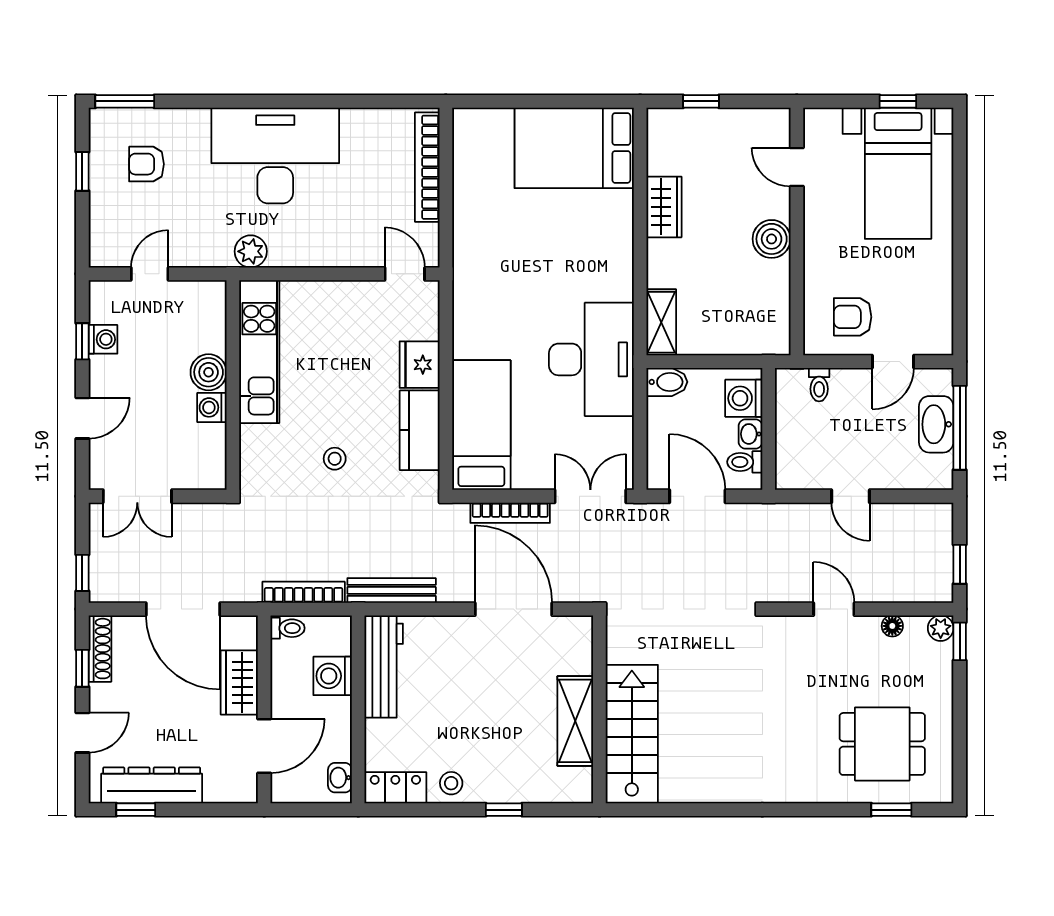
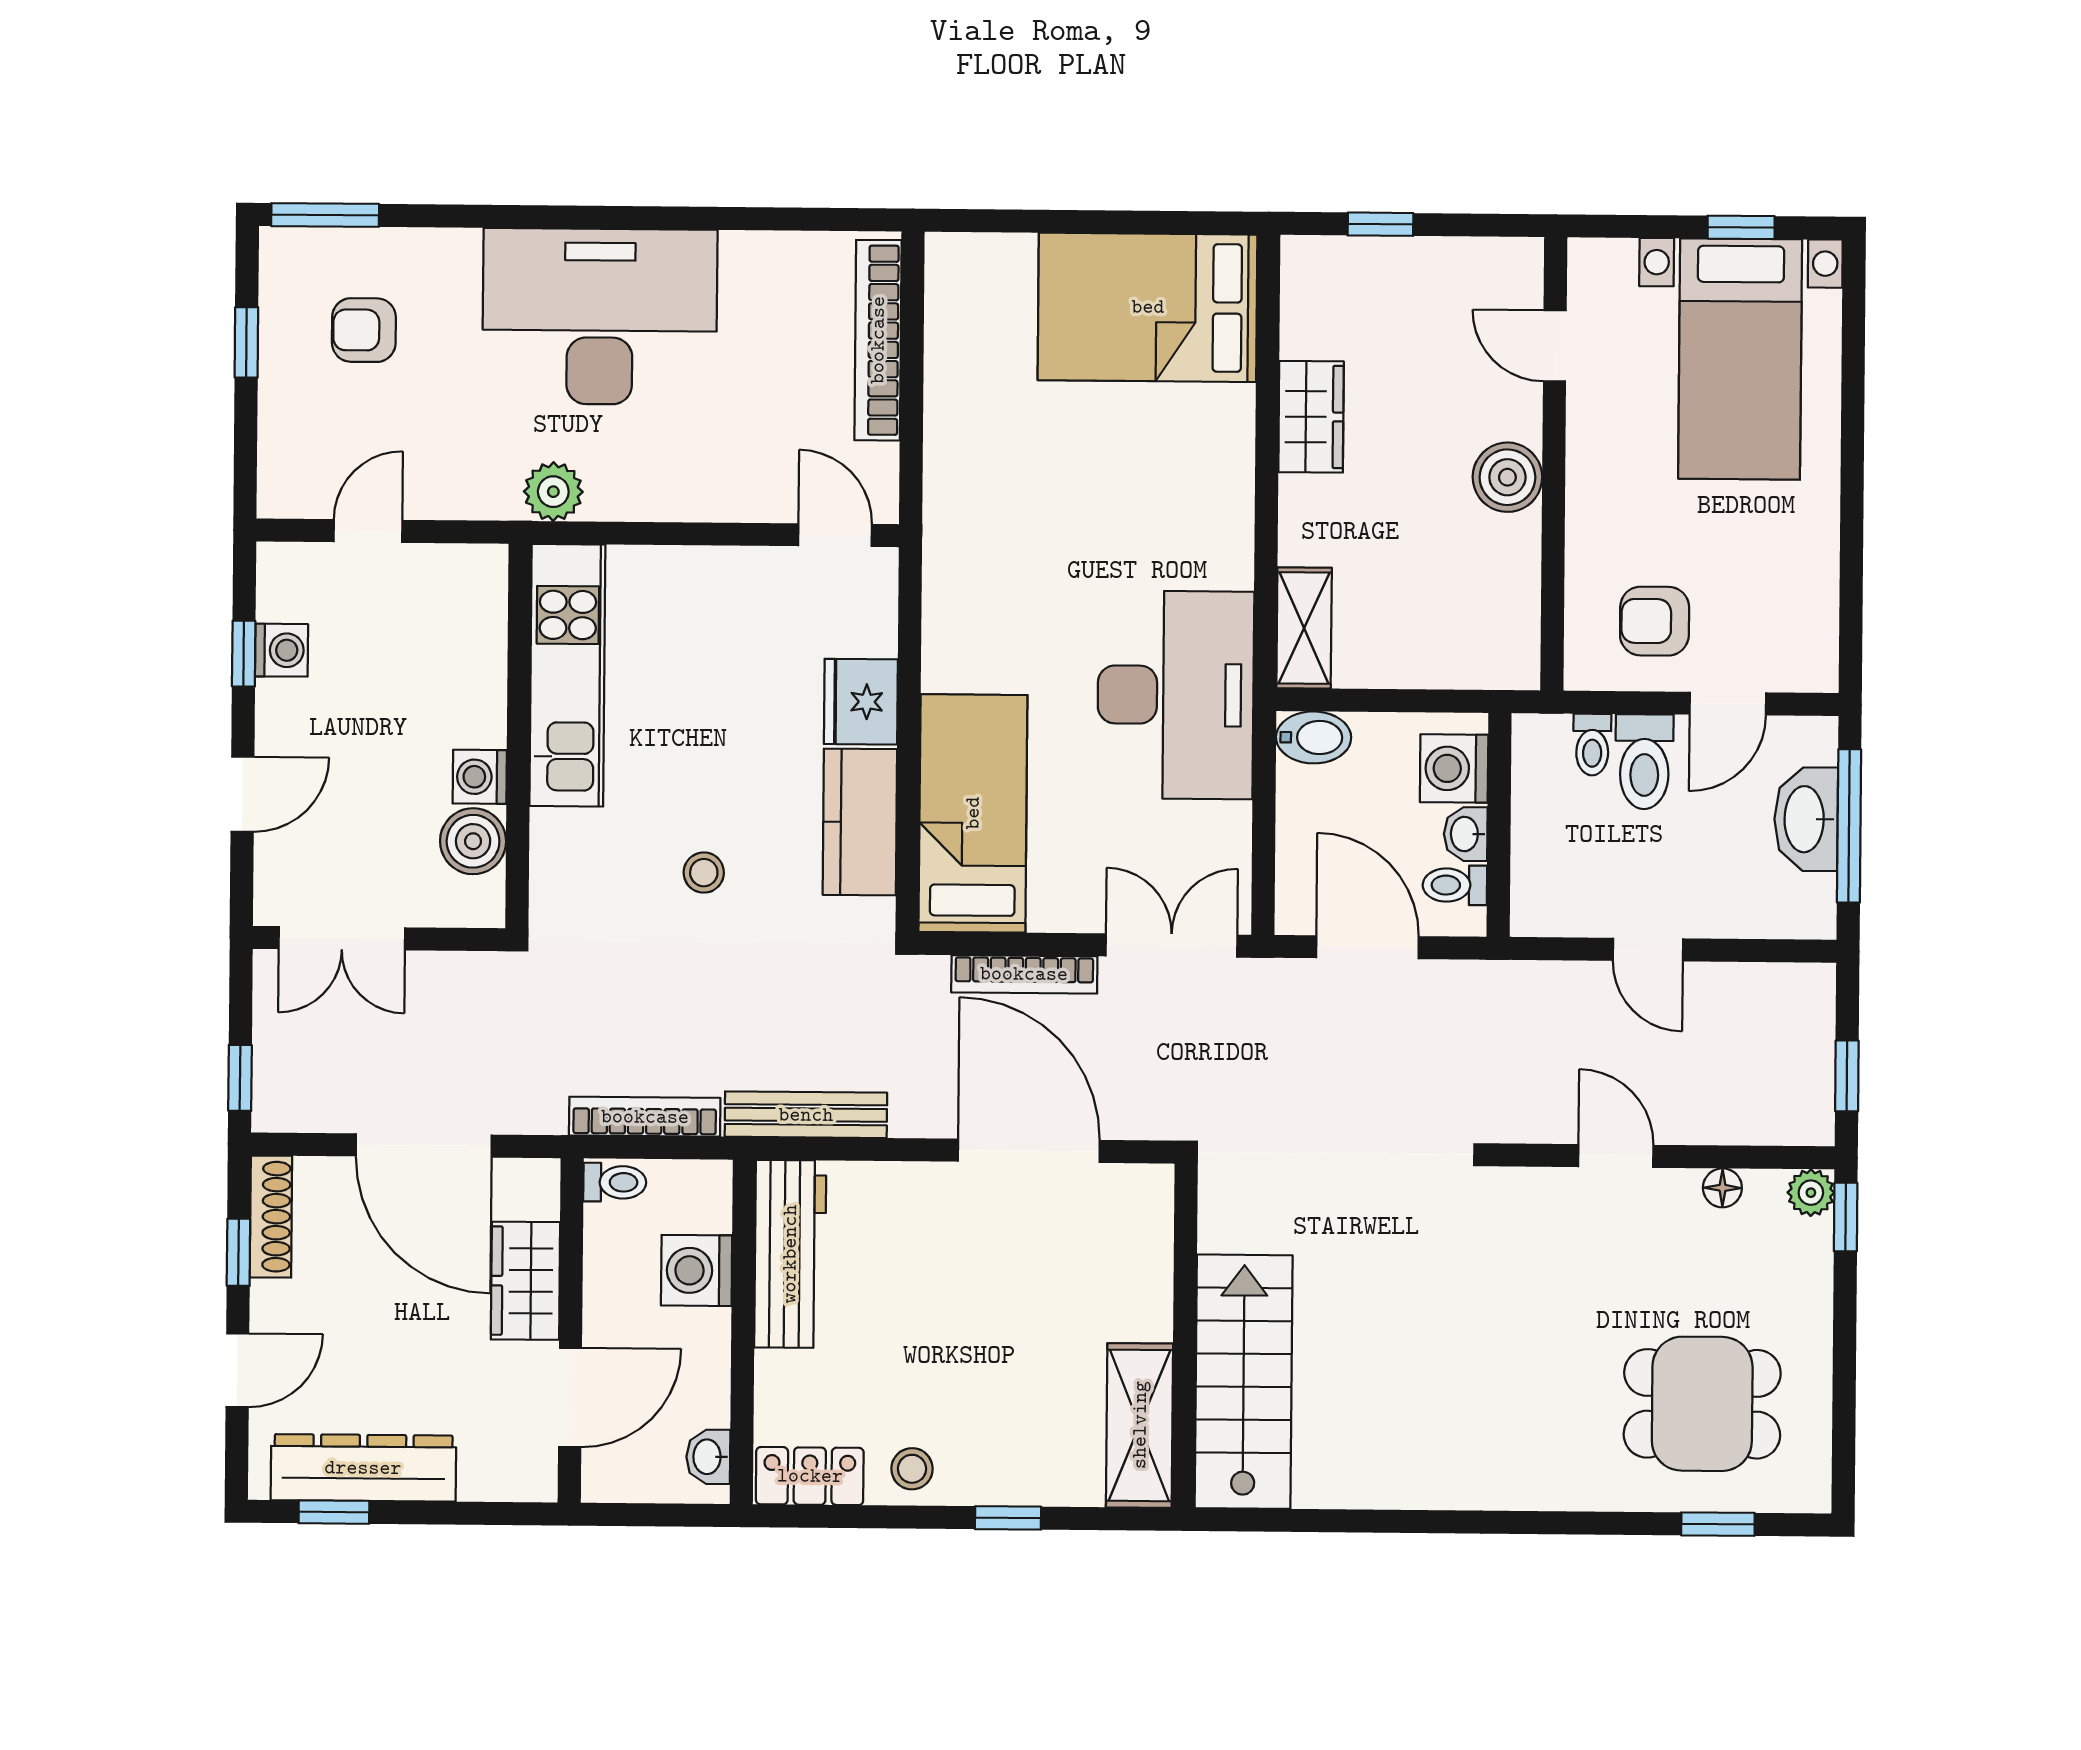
boiler: (209, 372) -> (473, 841), moved
toilet: (848, 394) -> (1644, 762), added
shelving: (575, 721) -> (1140, 1425), moved

